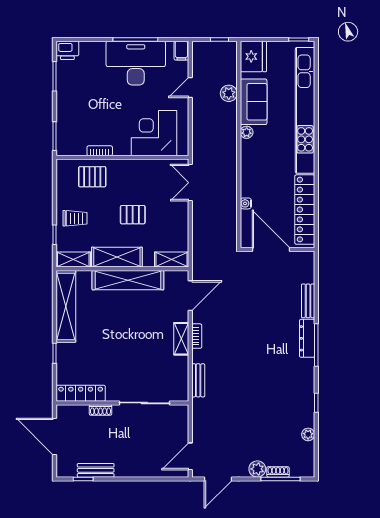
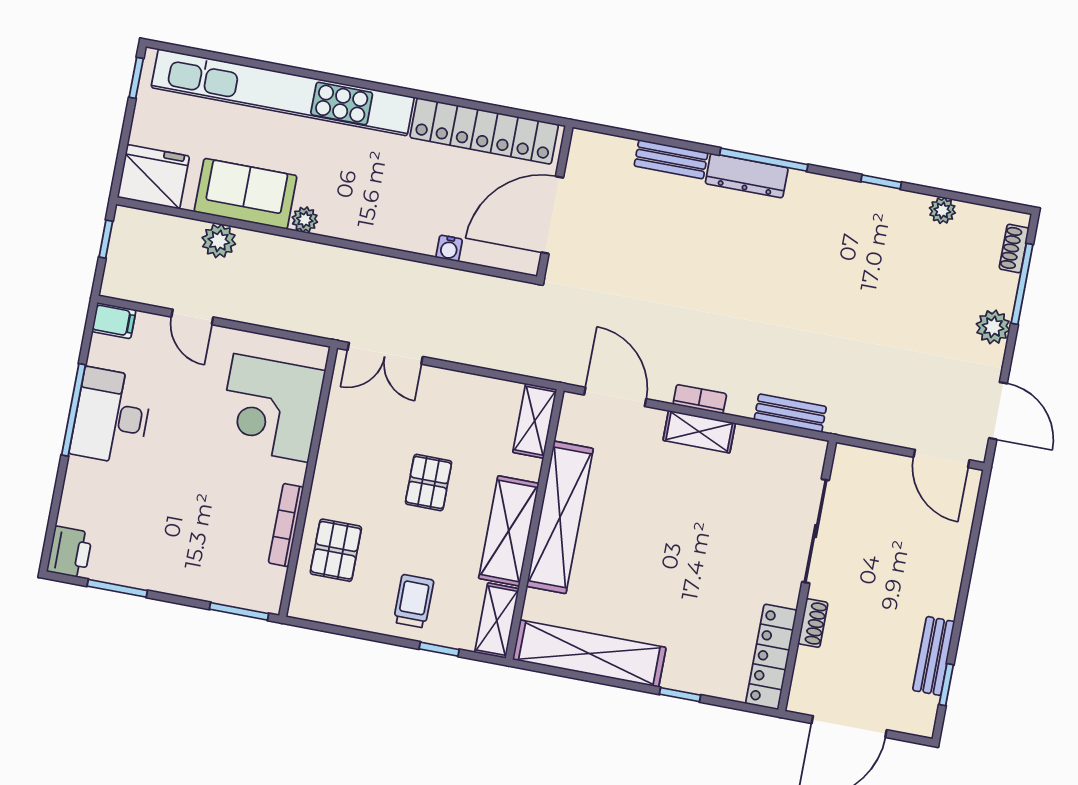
desk: (136, 63) -> (111, 416), width x0.73, depth x0.77
bookcase: (100, 151) -> (286, 525), width x1.56
shoe rack: (278, 472) -> (1014, 249), moved

